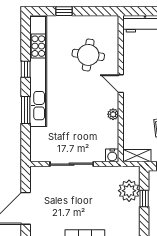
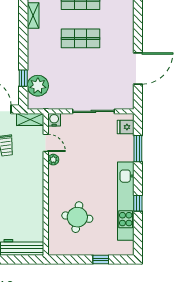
kitchen unit: (38, 71) -> (126, 201), width x0.73
door: (121, 84) -> (46, 143), moved
window: (26, 110) -> (138, 149), moved
fridge: (38, 148) -> (126, 127), added

